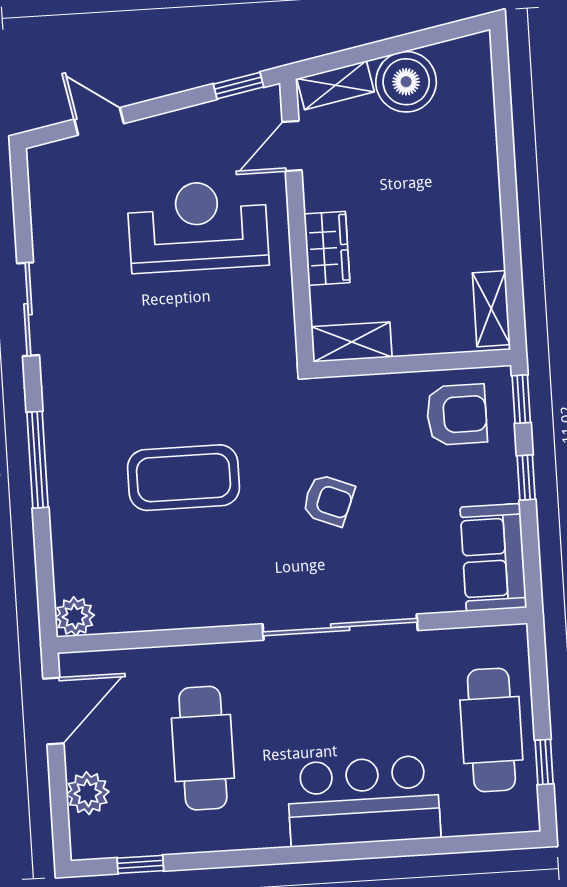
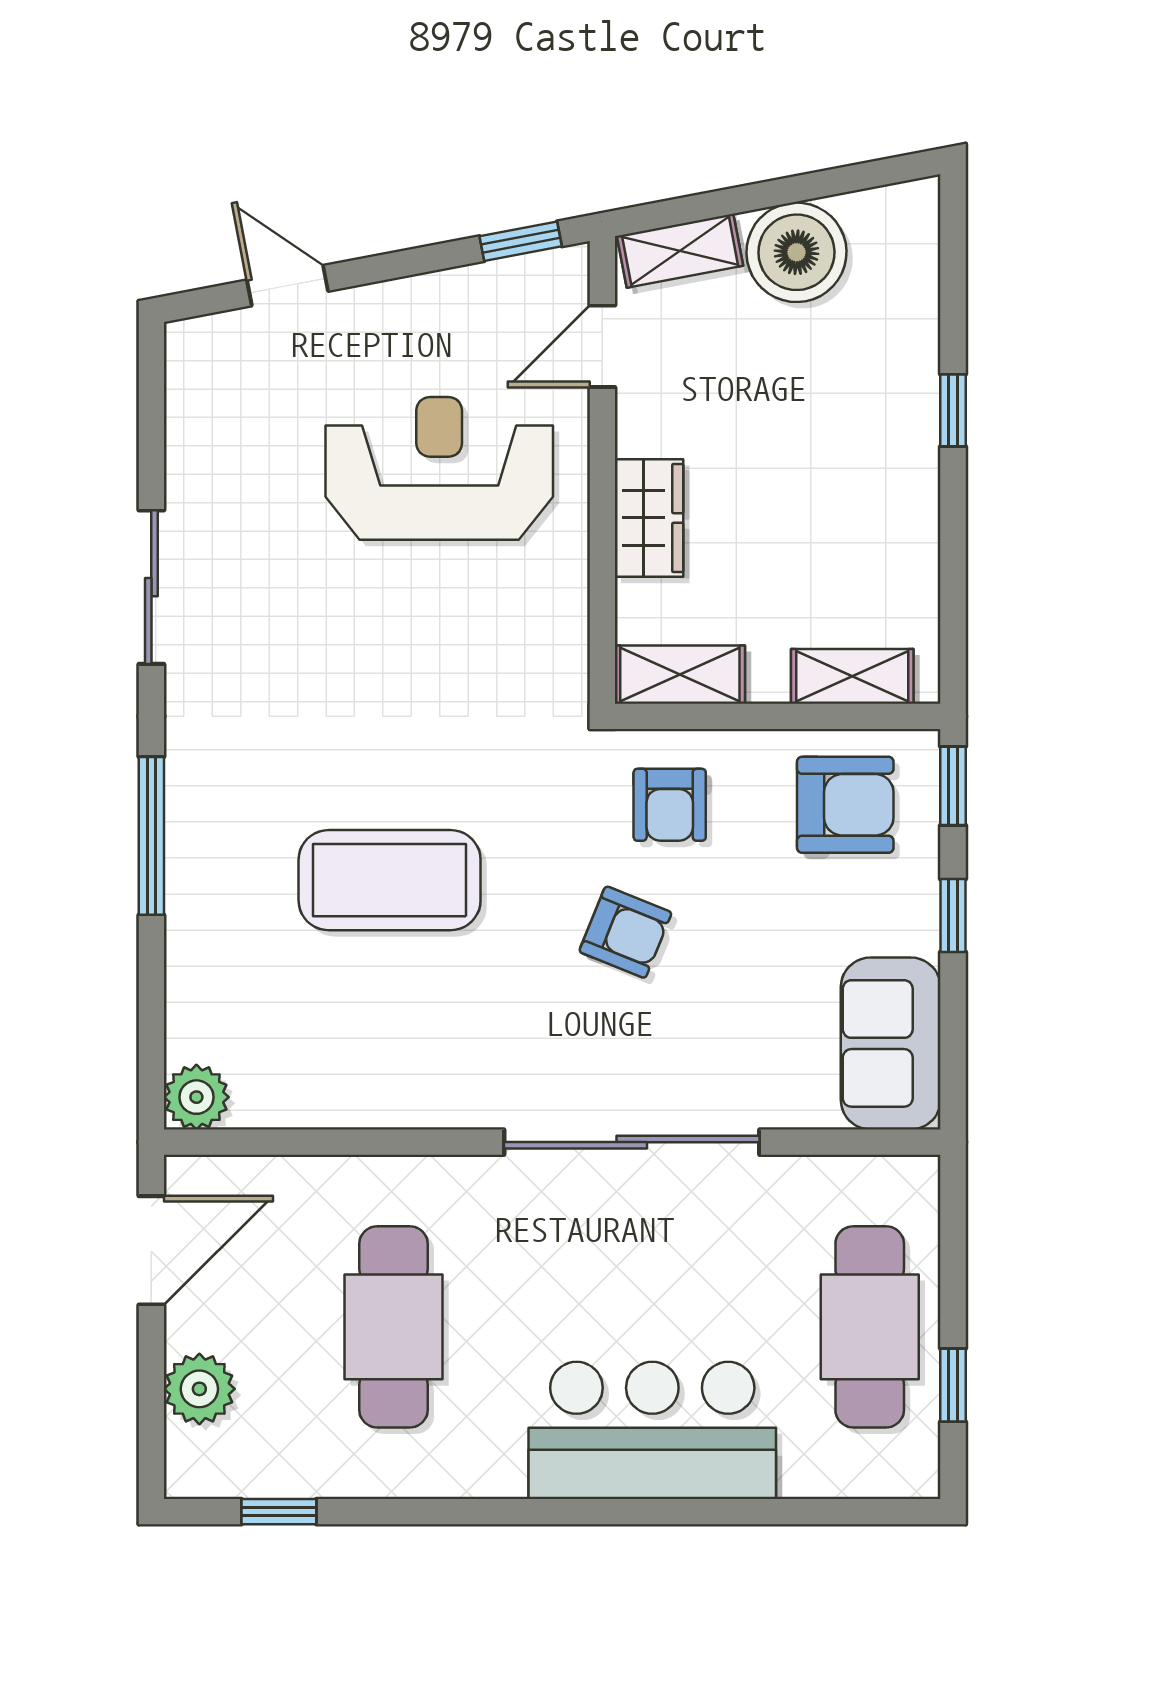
window: (507, 172) -> (953, 410), added
shelving: (491, 309) -> (852, 676), moved, turned 90
armchair: (350, 421) -> (670, 805), added

